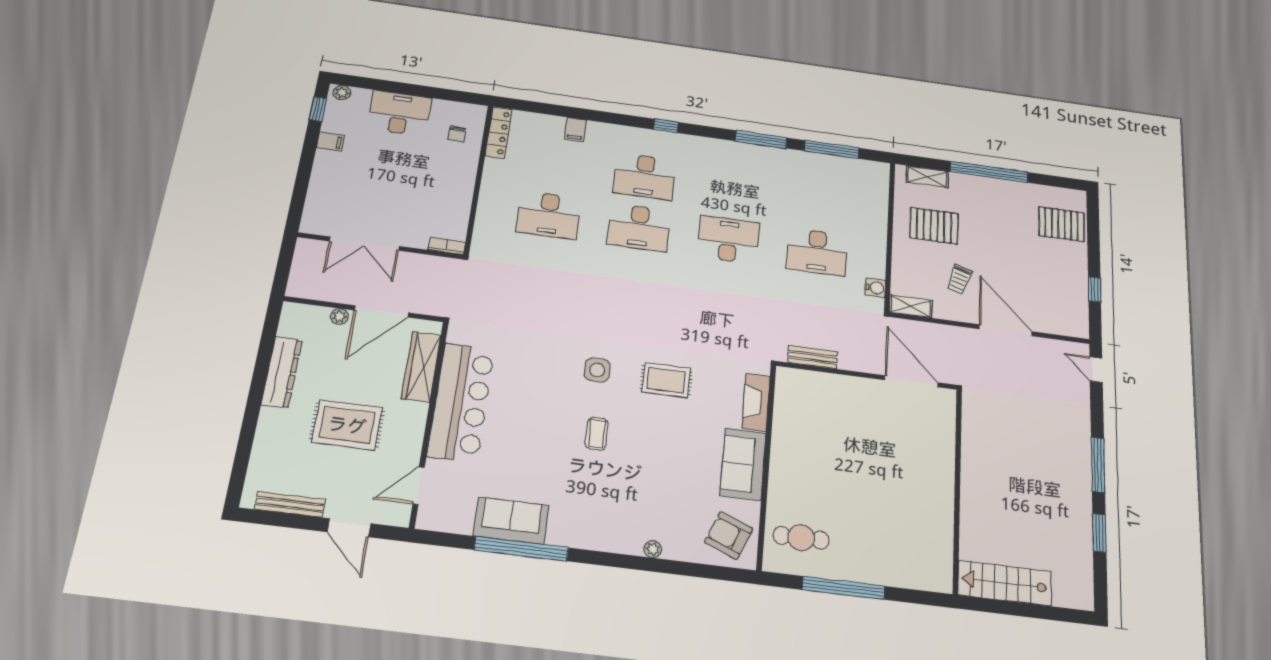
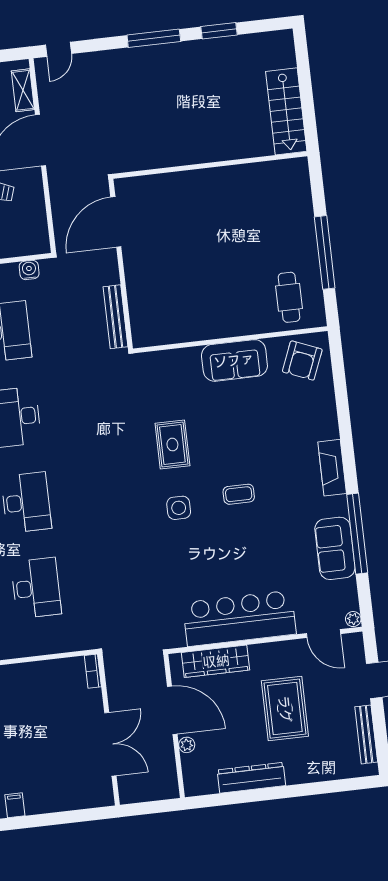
shelving: (911, 306) -> (23, 90), moved
bench: (813, 357) -> (115, 317), width x1.36
fireplace: (756, 402) -> (332, 468), moved, turned 90
plant: (653, 549) -> (353, 619), moved

